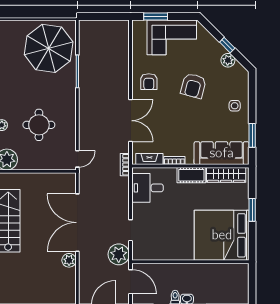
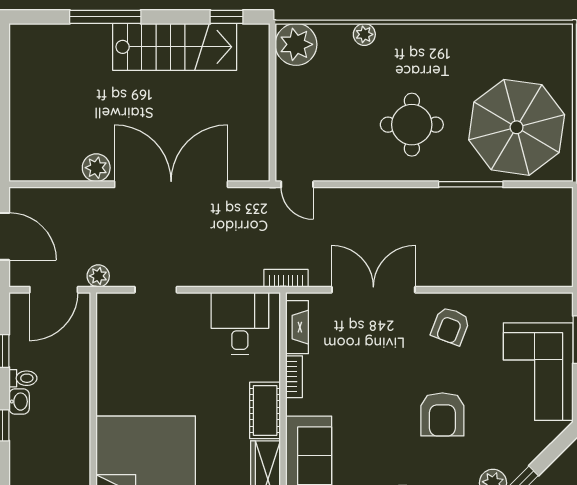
armchair: (149, 82) -> (450, 326), turned -69
armchair: (193, 86) -> (442, 414), turned -105
double door: (131, 121) -> (373, 290), swing flipped
round table: (39, 125) -> (412, 125), moved
plant: (119, 254) -> (98, 276), width x0.53, depth x0.53

